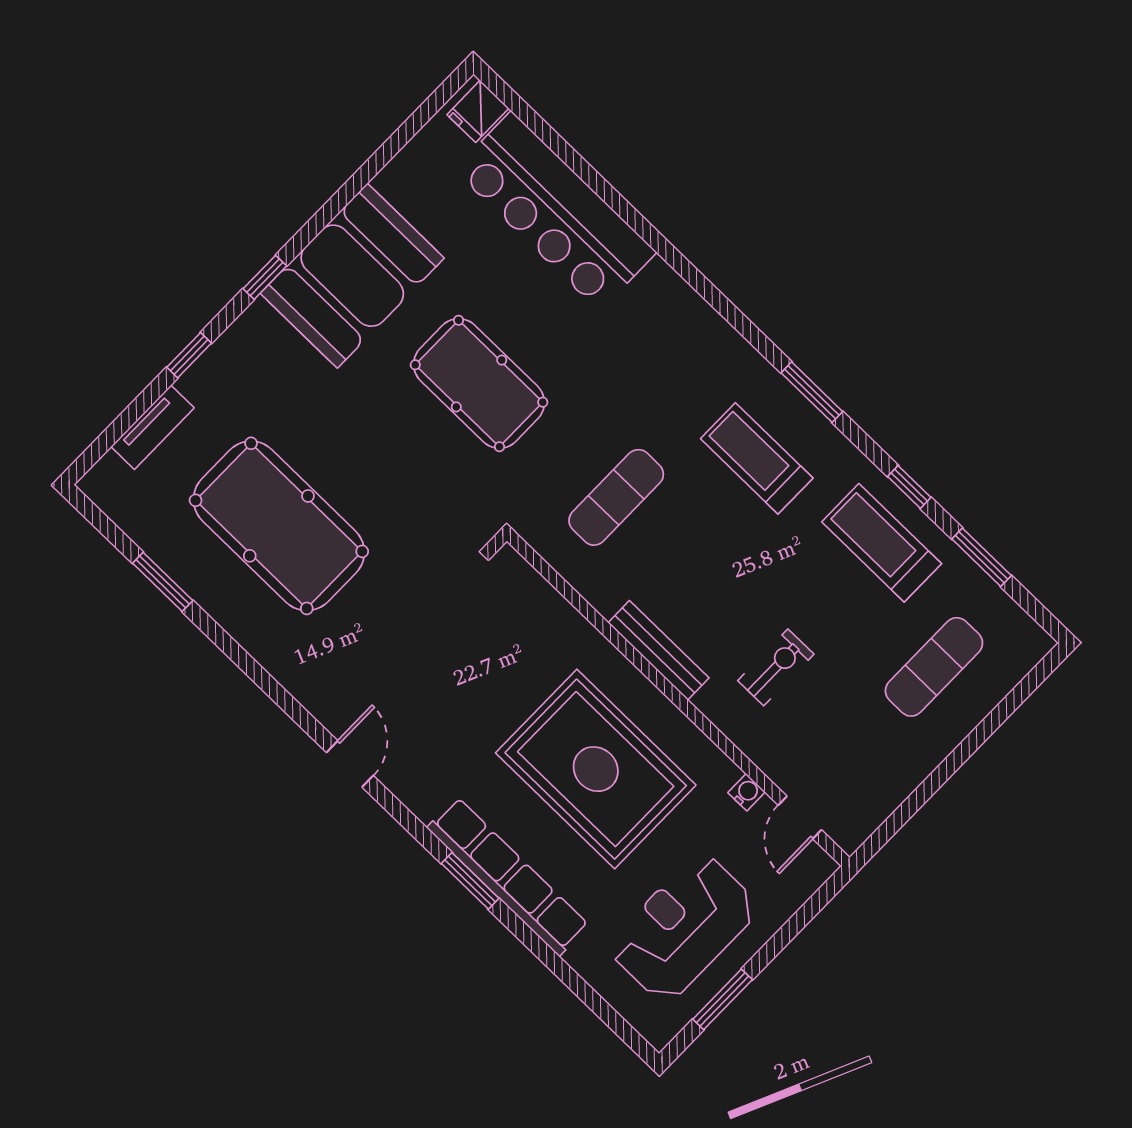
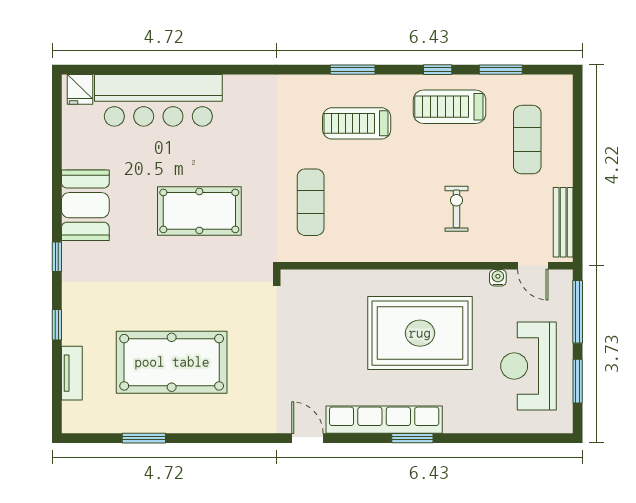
booth: (352, 276) -> (85, 205), width x0.73, depth x0.70
bench: (658, 650) -> (563, 222), moved, turned 90
row of seats: (508, 876) -> (384, 420), moved
window: (800, 920) -> (578, 312), added

